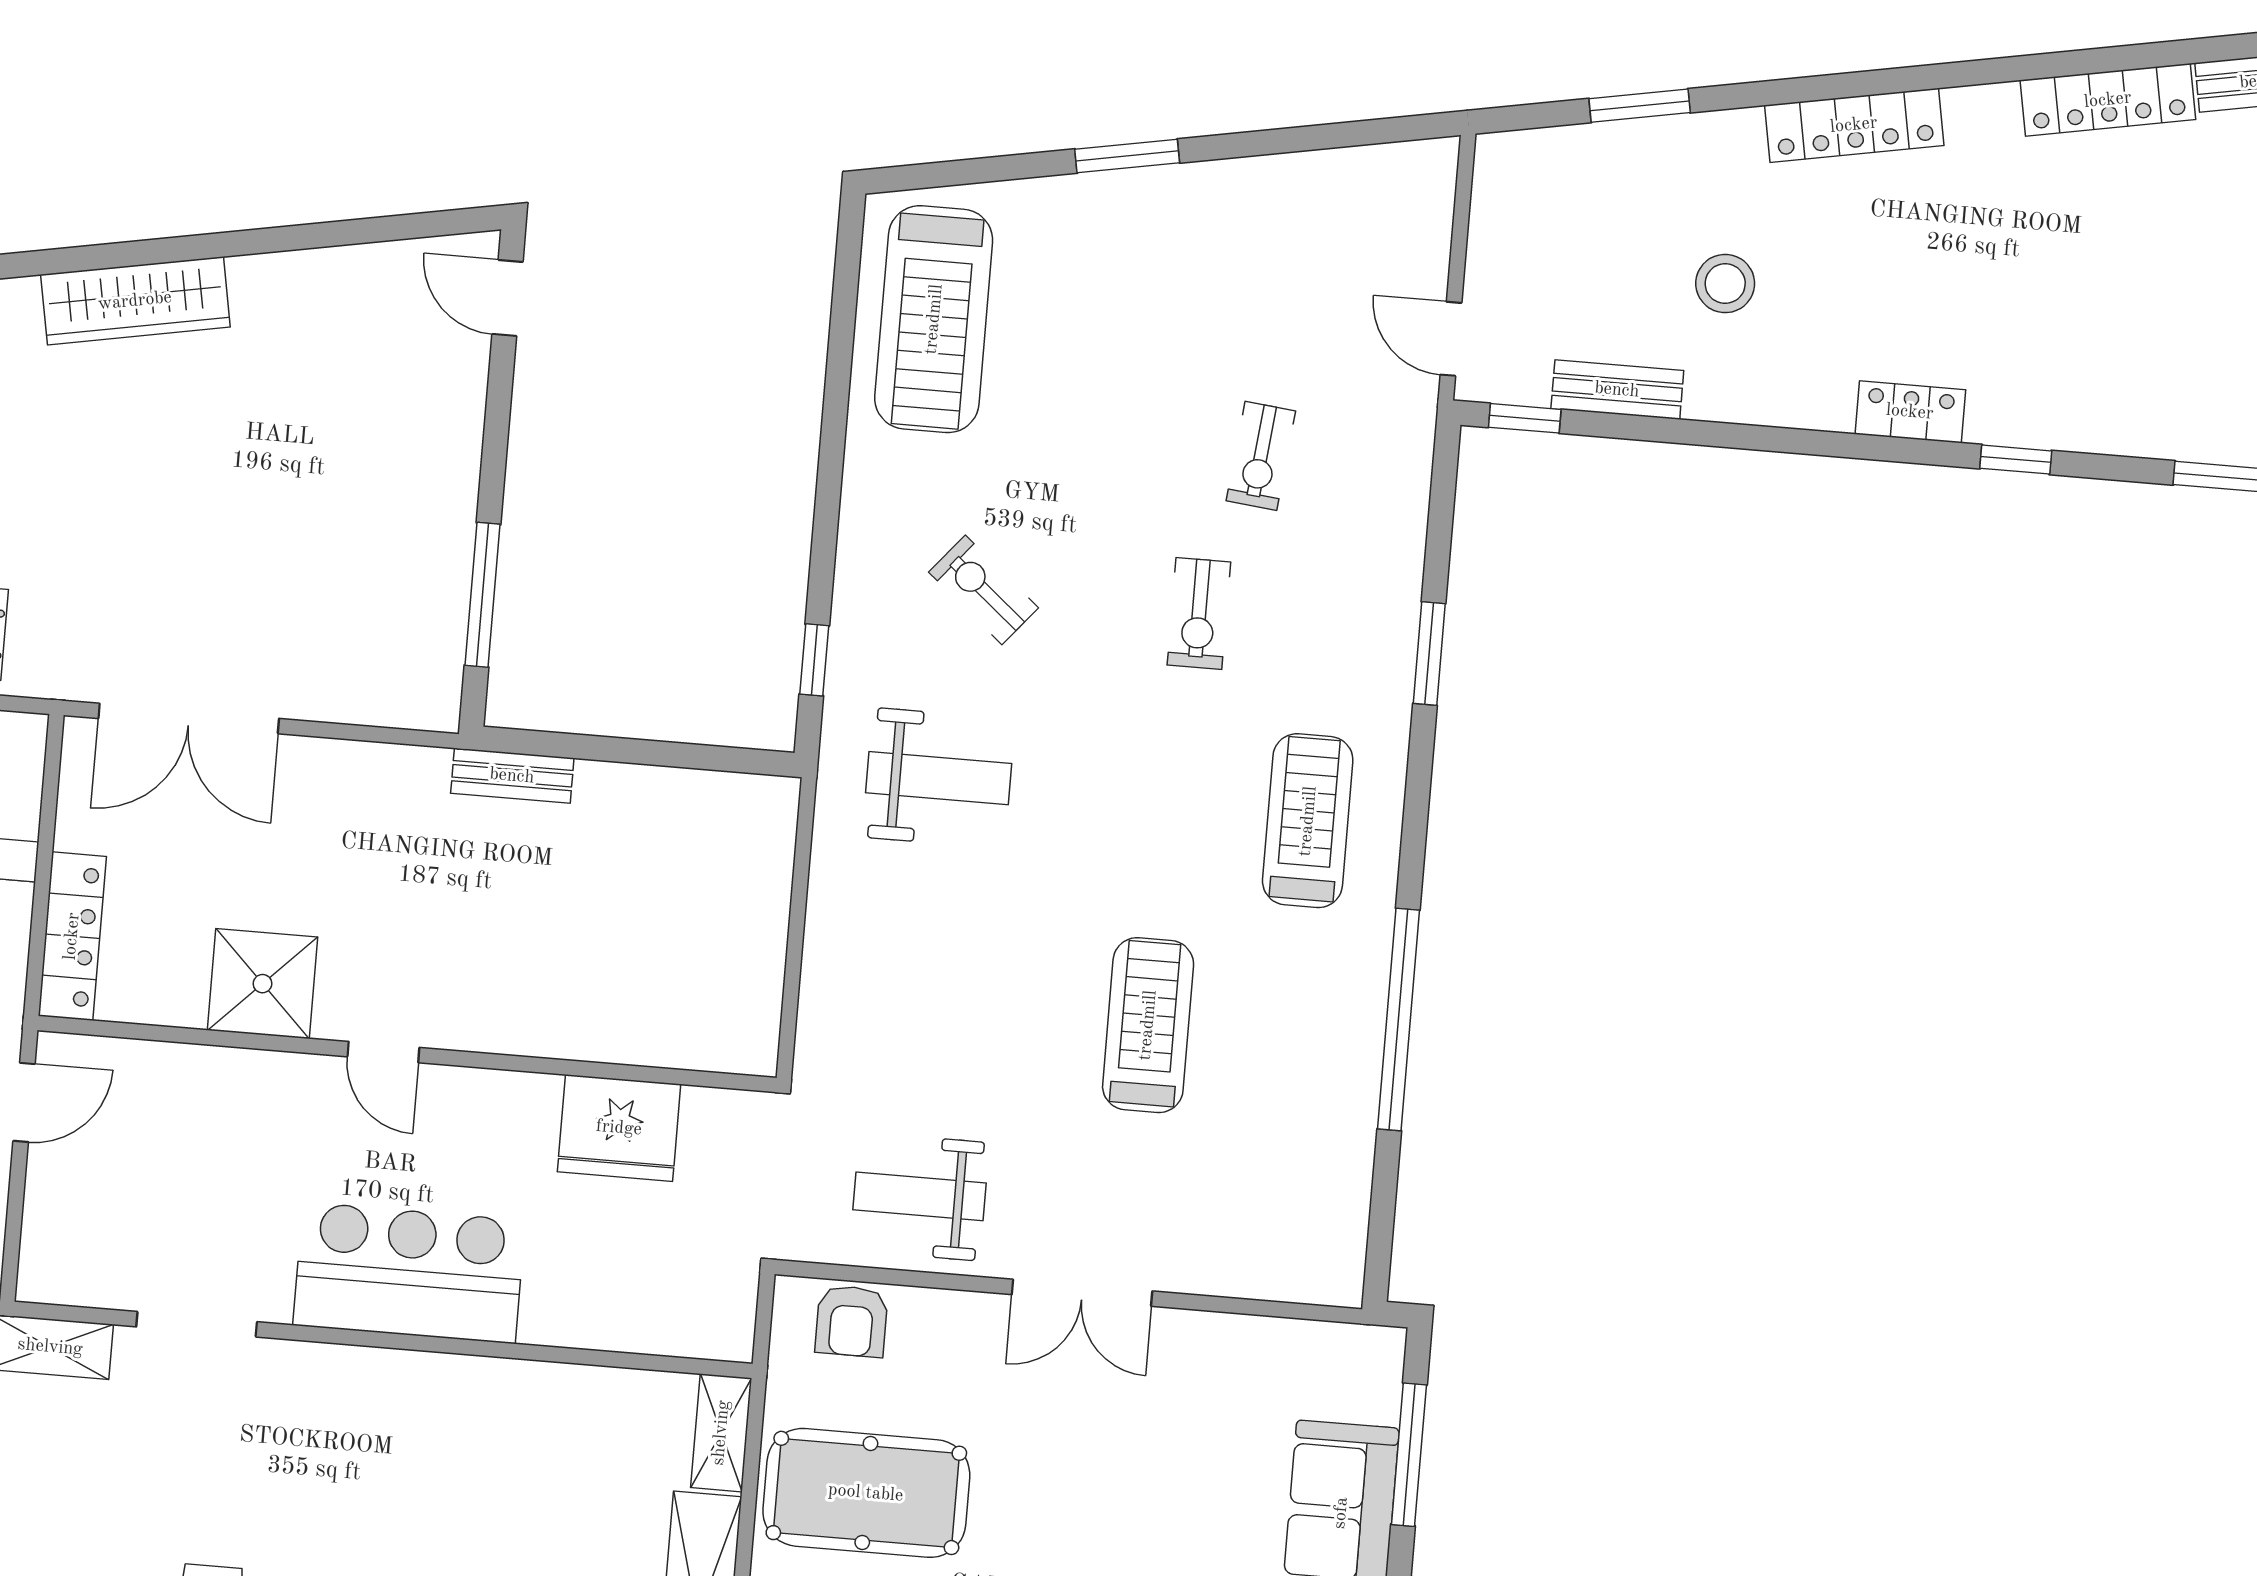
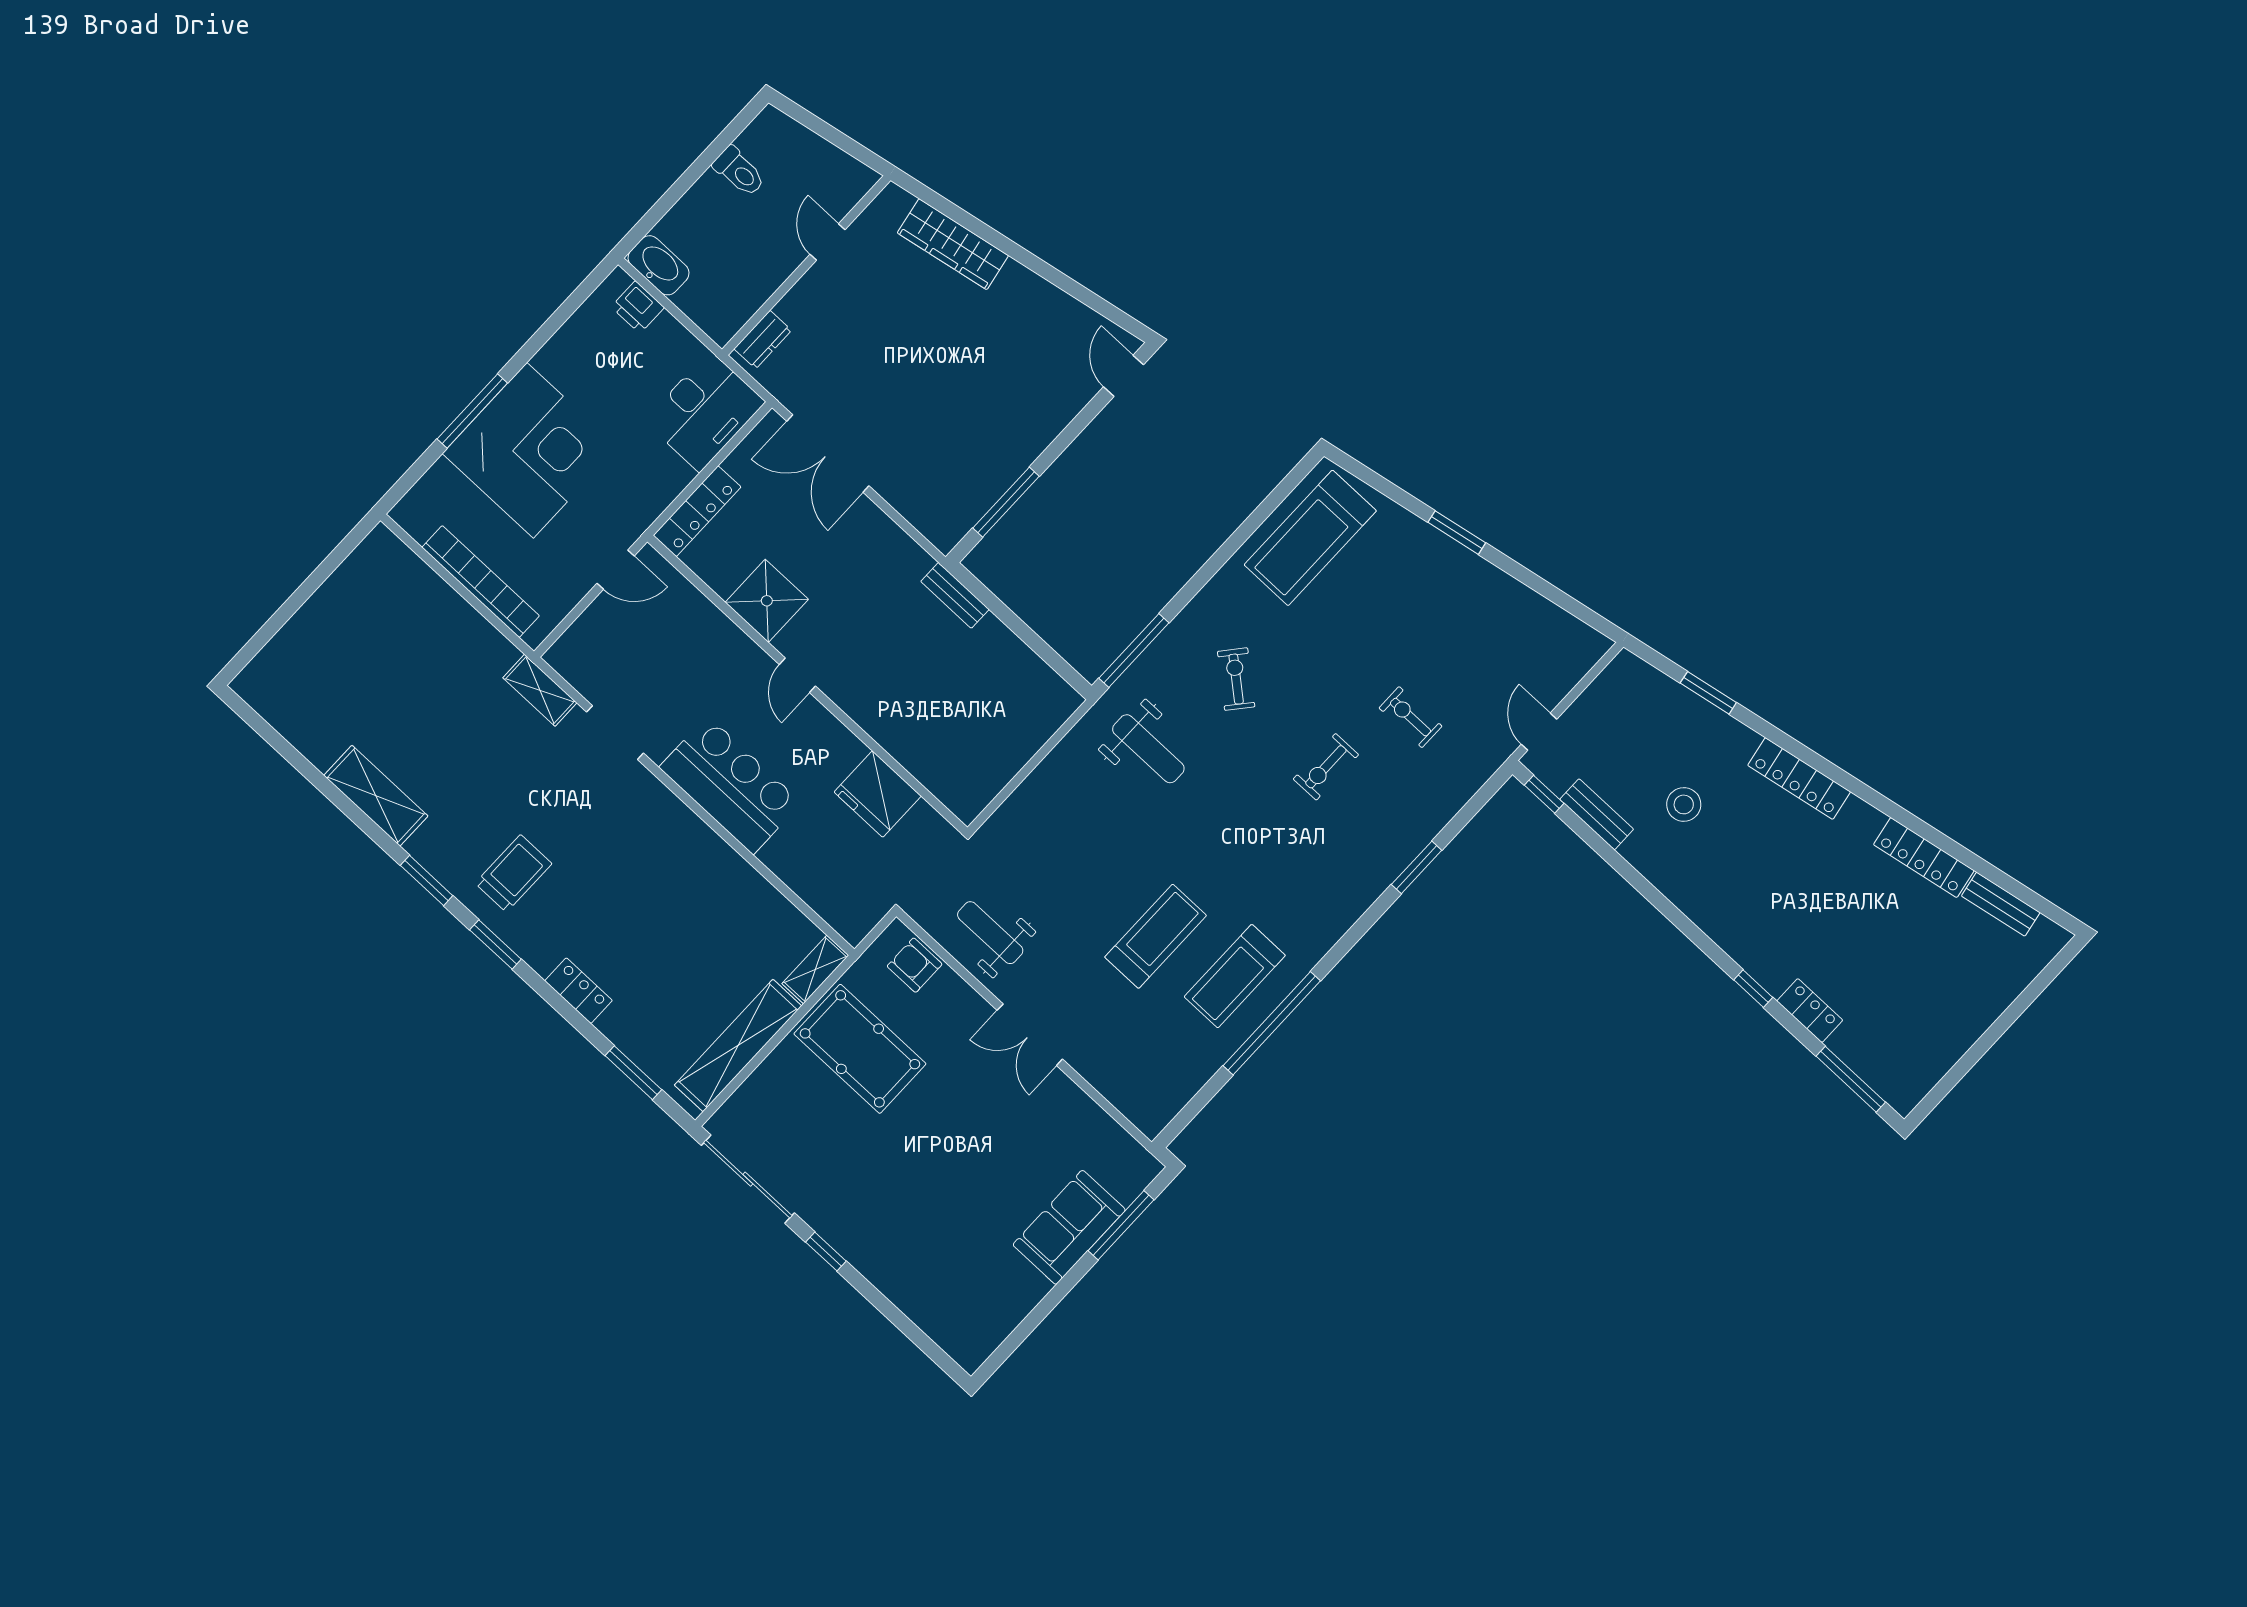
locker: (1910, 412) -> (1810, 1011), moved
exercise bike: (1261, 456) -> (1410, 717), turned 84
window: (814, 660) -> (1134, 650), width x2.17
treadmill: (1308, 821) -> (1235, 976), moved, turned 180
armchair: (851, 1321) -> (915, 965), turned 90

